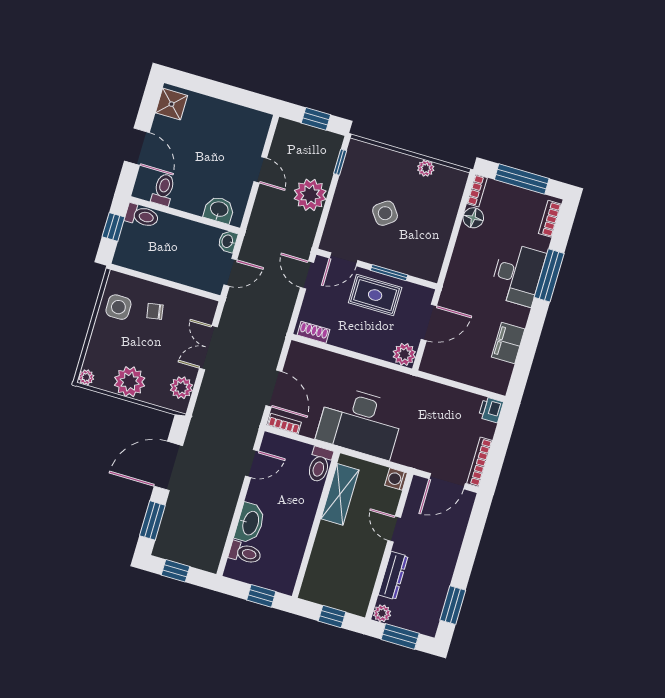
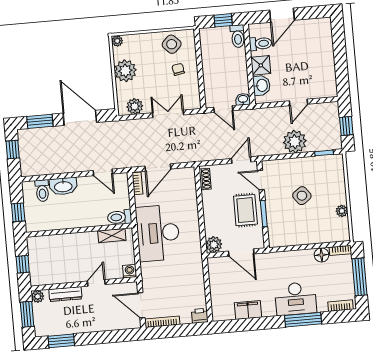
shower: (171, 104) -> (261, 65), moved
side table: (118, 307) -> (172, 44), turned 45
shelving: (340, 494) -> (112, 236), width x0.67, depth x0.75

